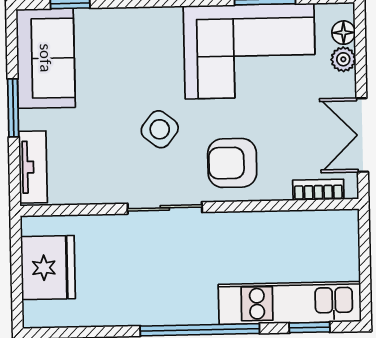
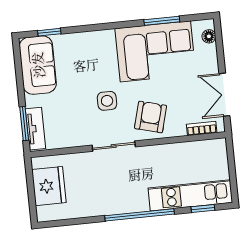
plant: (343, 59) -> (210, 52), removed
window: (13, 108) -> (24, 124), moved
side table: (160, 129) -> (107, 101), turned -38
armchair: (232, 163) -> (151, 117), turned 105

